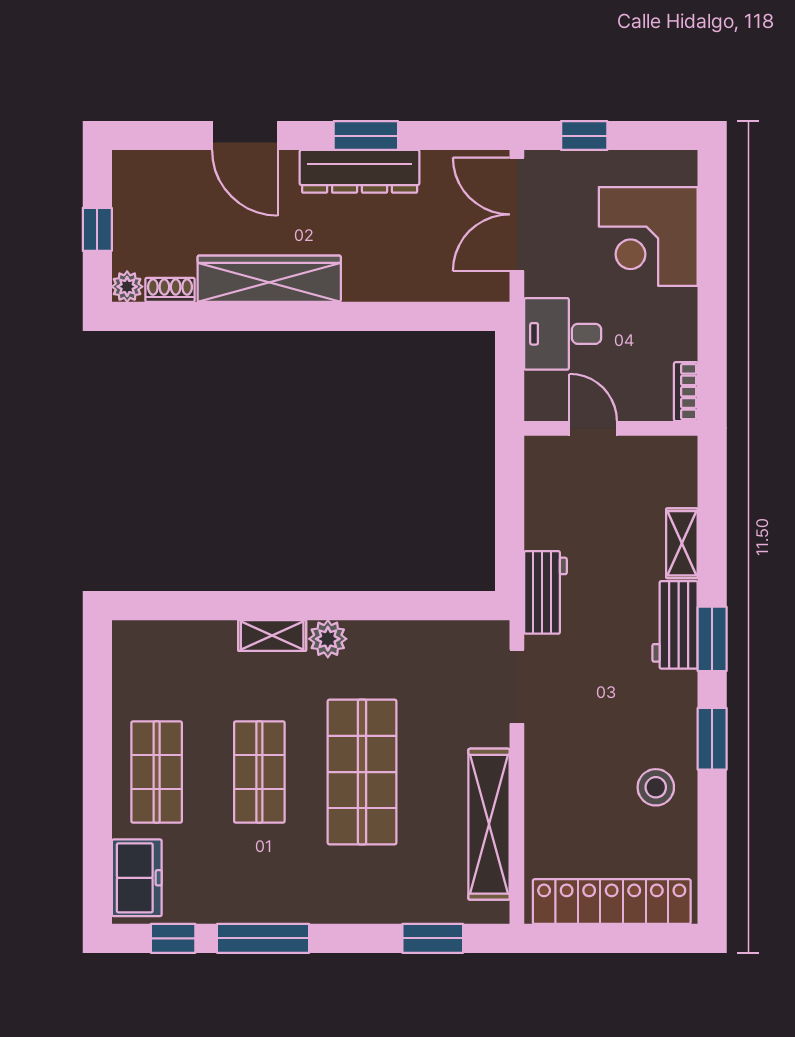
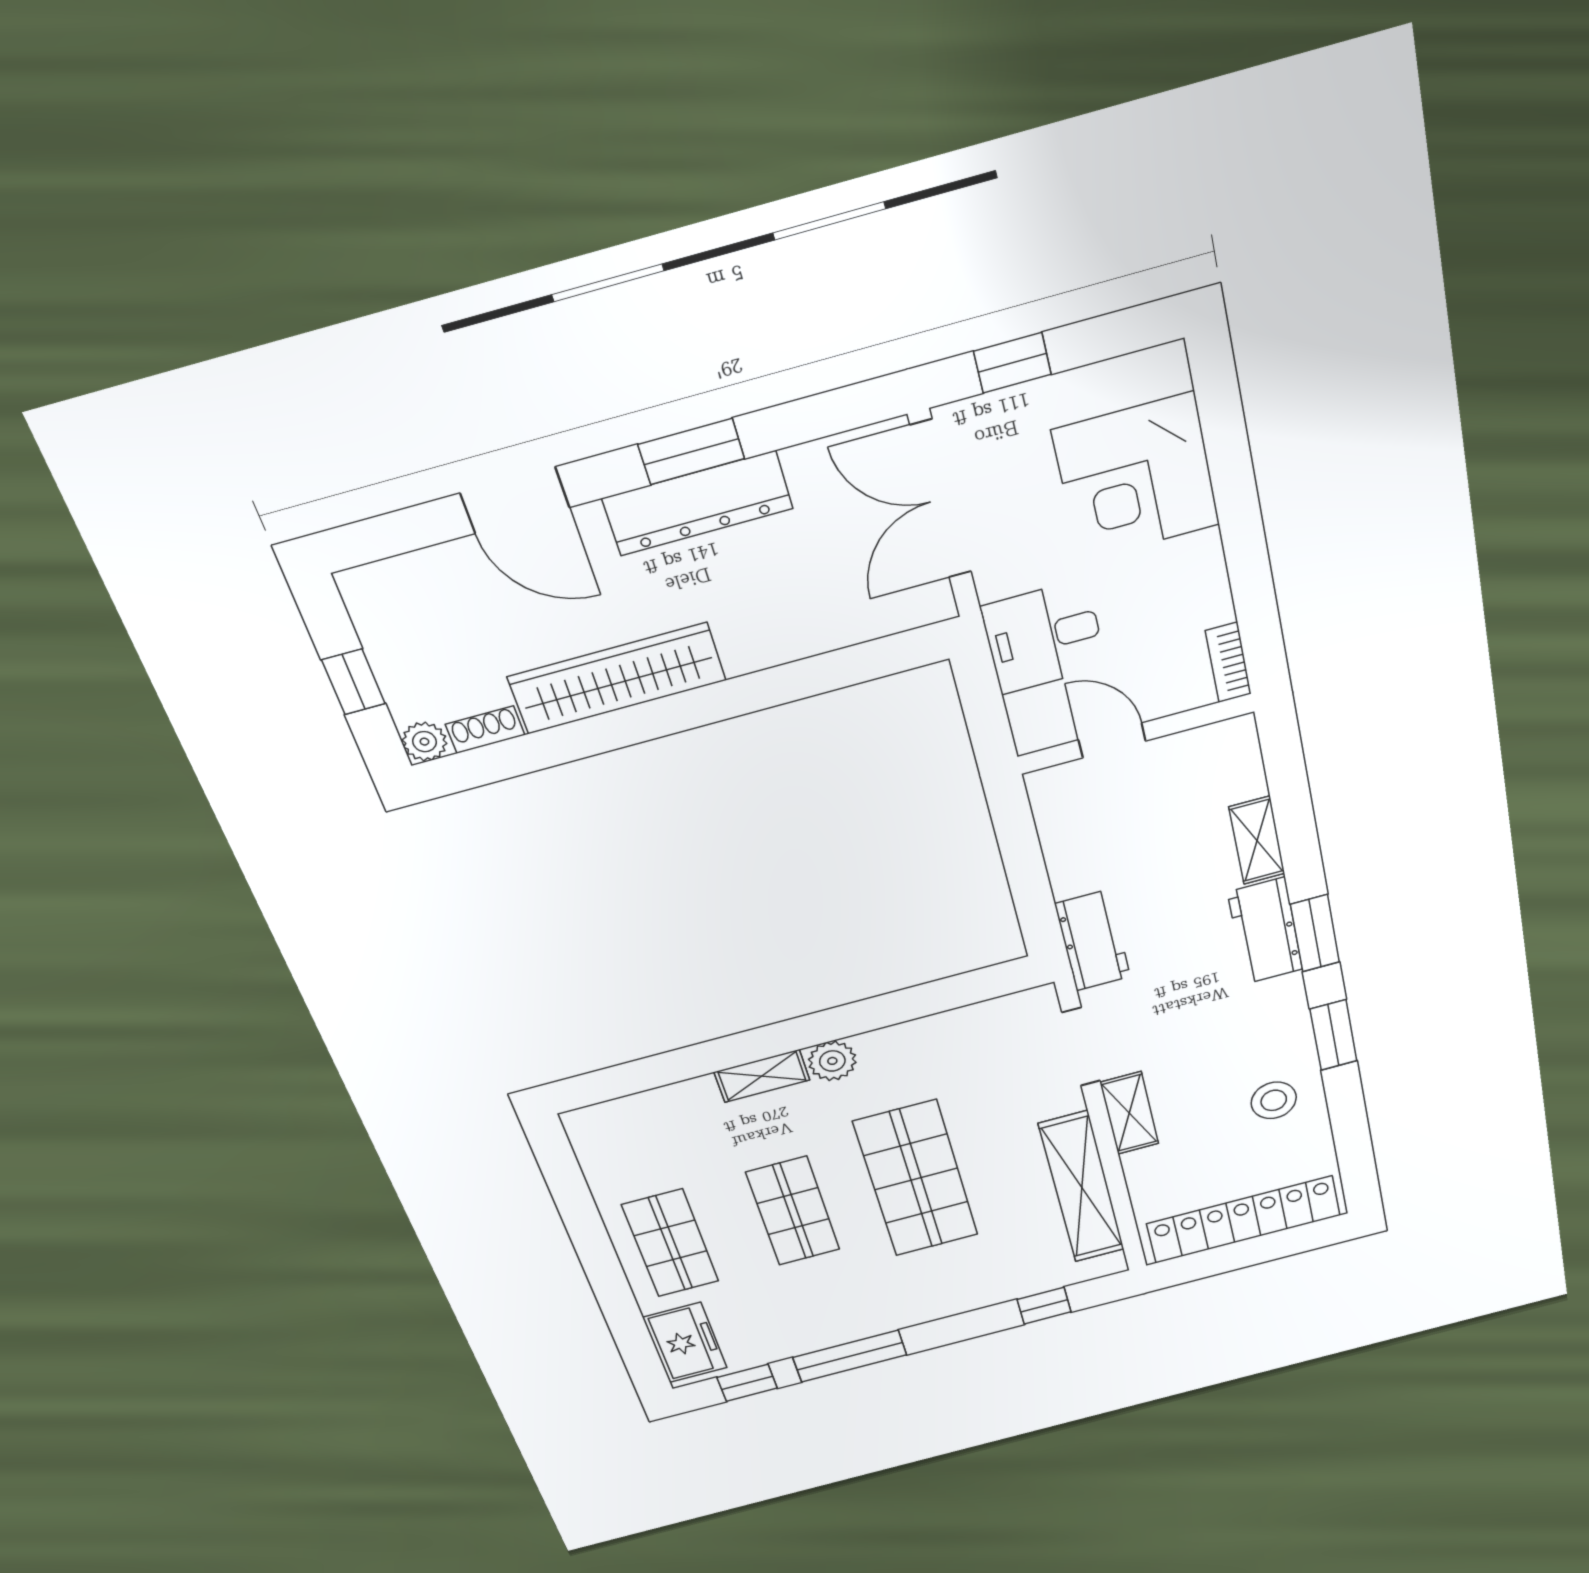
shelving: (541, 762) -> (1129, 1113), added
window: (433, 938) -> (1044, 1306), width x0.67

